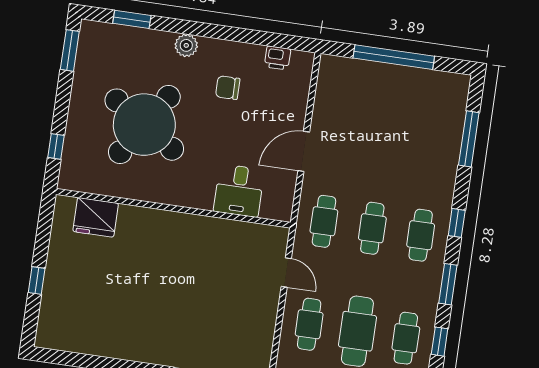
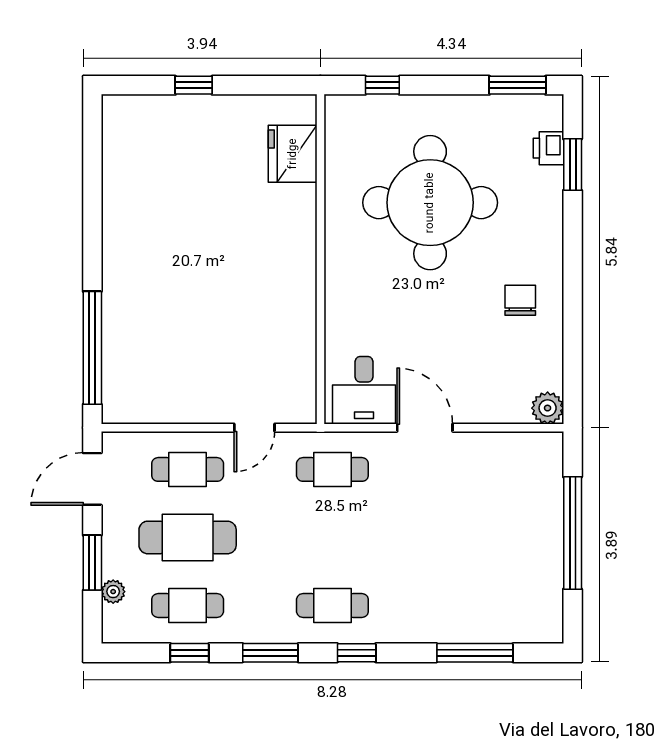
plant: (186, 45) -> (548, 408), moved
printer: (278, 58) -> (548, 148), moved
chair: (228, 88) -> (520, 300), moved
round table: (144, 125) -> (430, 203), turned -33
desk: (239, 191) -> (364, 390), moved, turned -90
cafe table: (372, 228) -> (332, 537), removed

